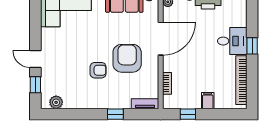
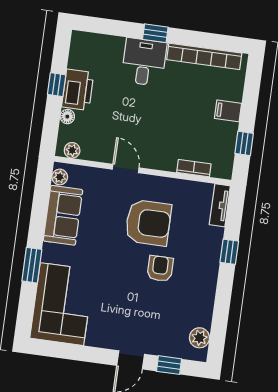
door: (161, 39) -> (126, 168), width x0.53
armchair: (127, 58) -> (148, 223), turned 180

